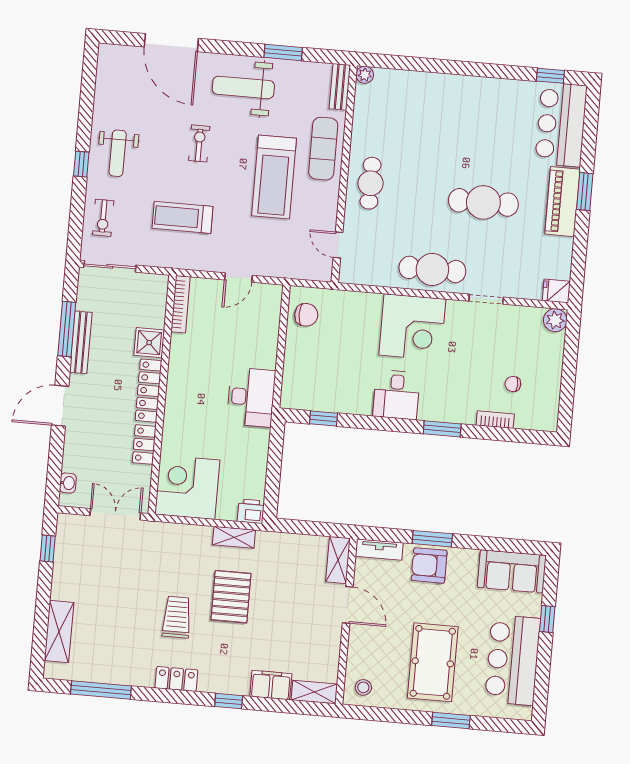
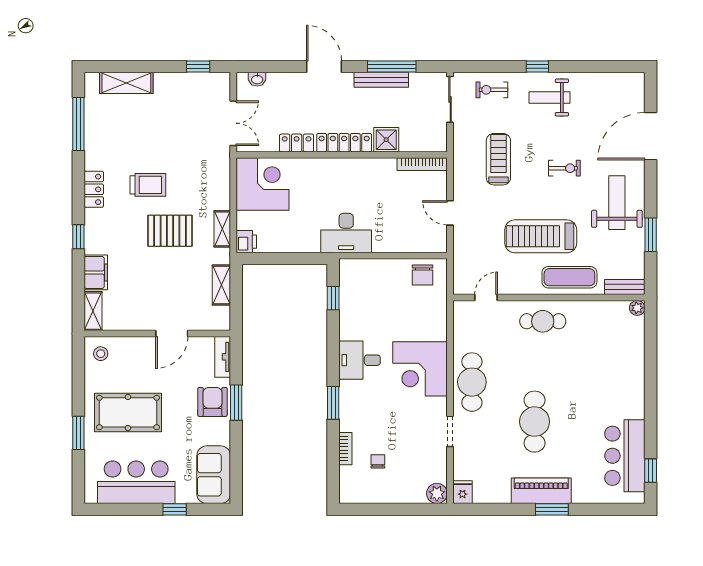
bar counter: (561, 124) -> (625, 456), moved, turned -90
shelving: (338, 560) -> (221, 285), moved, turned 90

